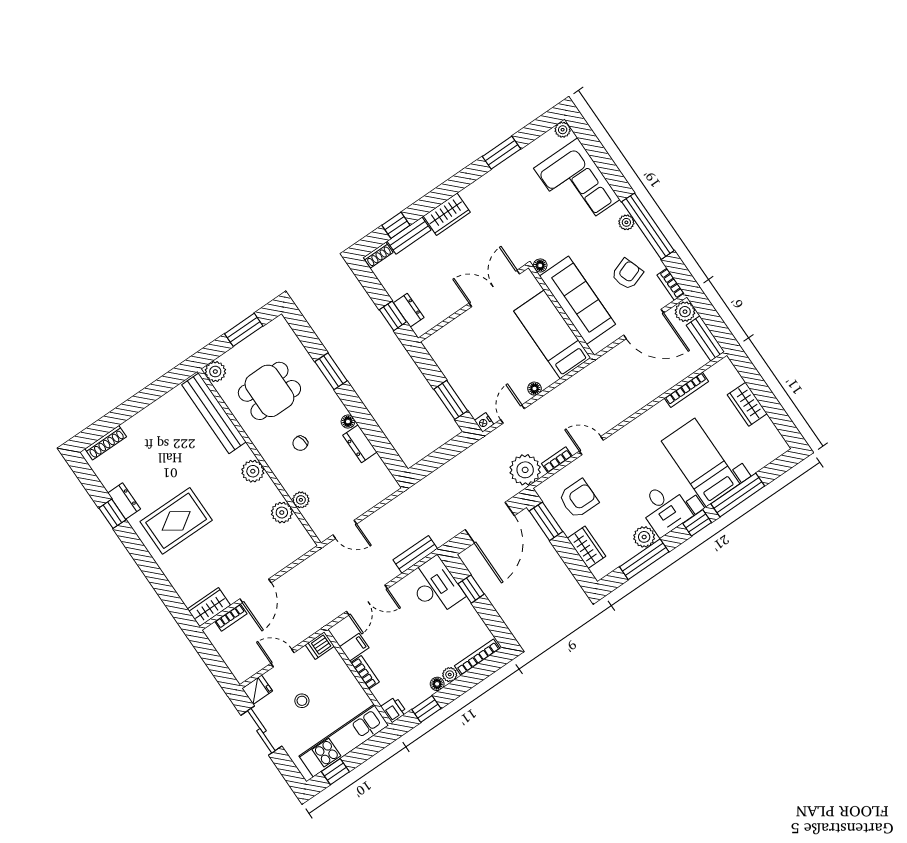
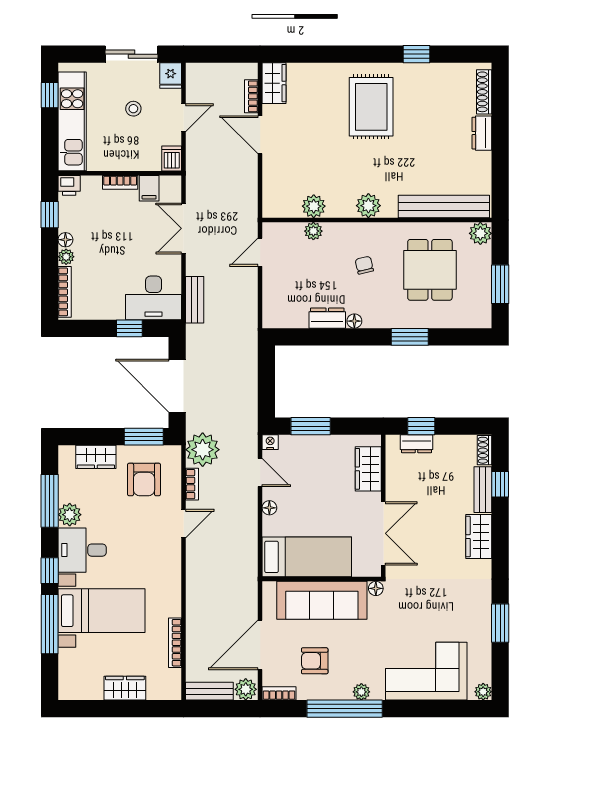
armchair: (627, 274) -> (315, 661), turned 109
wardrobe: (453, 334) -> (368, 469), added
dresser: (124, 501) -> (482, 133), moved, turned 90

